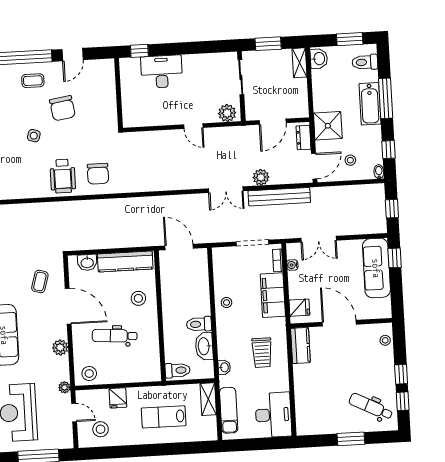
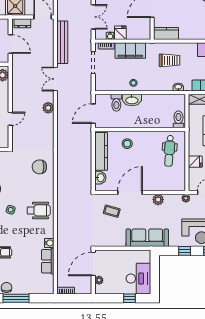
door: (193, 126) -> (10, 119), moved
chair: (98, 174) -> (39, 167), turned 180
wheelchair: (63, 176) -> (39, 210), moved
plant: (261, 177) -> (48, 108), moved
double door: (226, 190) -> (55, 79), swing flipped
fridge: (299, 308) -> (120, 33), moved
toilet: (199, 324) -> (116, 103), moved
dental chair: (115, 336) -> (169, 151), moved
washbasin: (204, 346) -> (132, 100), moved
stool: (89, 374) -> (177, 181), removed

